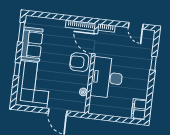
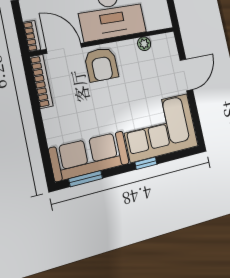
sofa: (32, 44) -> (89, 156), width x1.36
door: (95, 44) -> (64, 48), swing flipped

